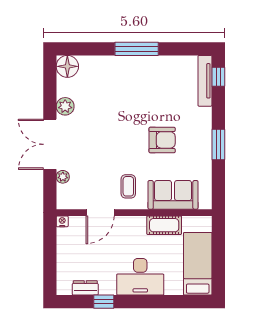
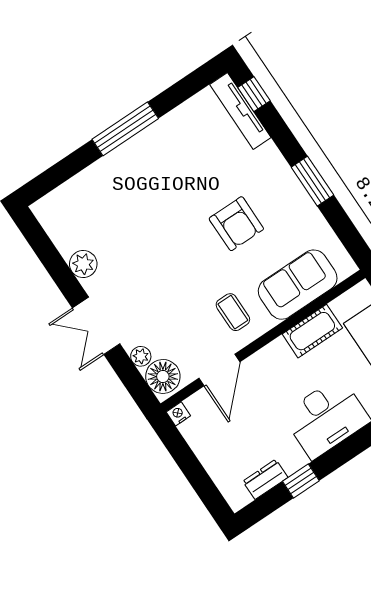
floor lamp: (67, 66) -> (163, 376), moved
armchair: (162, 140) -> (236, 224), turned 90
double door: (50, 144) -> (96, 326), width x0.73

